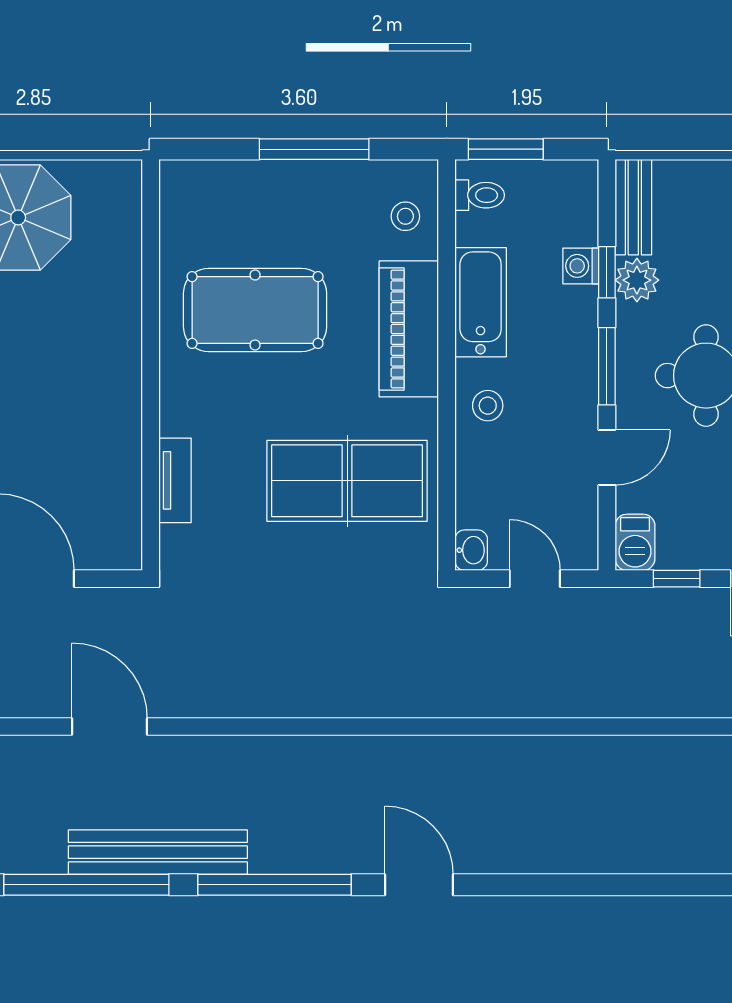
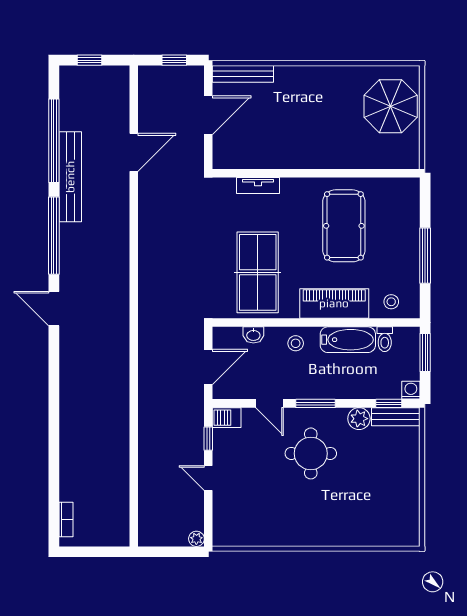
toilet: (480, 195) -> (385, 339), moved
washing machine: (581, 266) -> (411, 390), moved
window: (607, 272) -> (389, 403), moved
washbasin: (471, 550) -> (253, 335), moved
door: (535, 579) -> (208, 367), width x1.38
door: (419, 885) -> (54, 309), swing flipped

